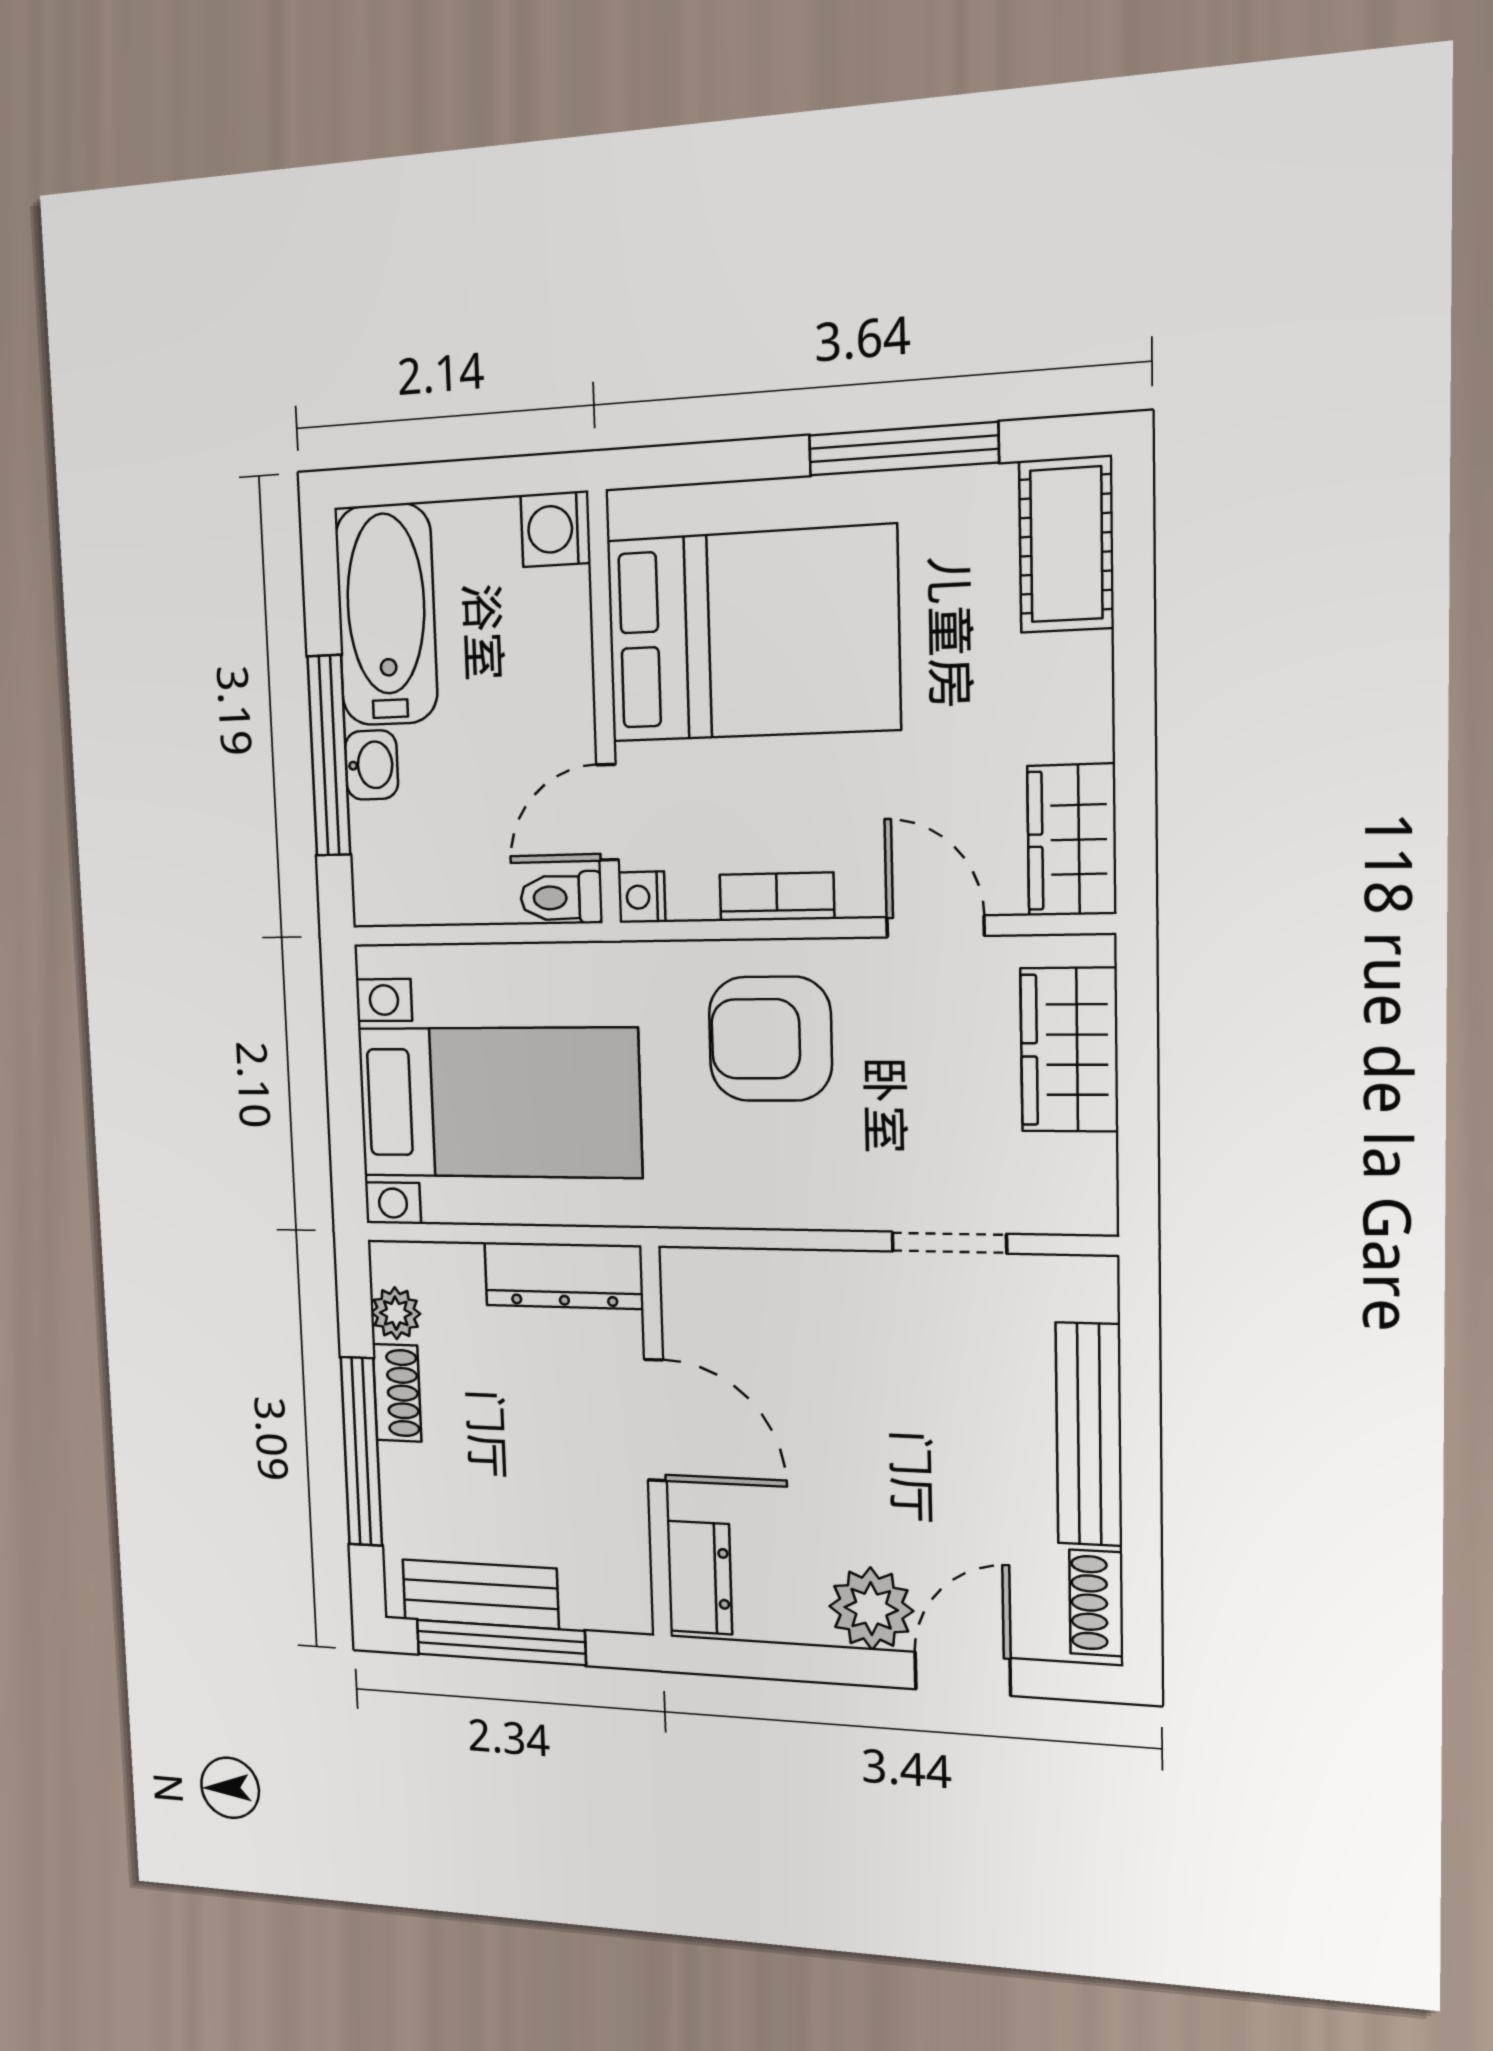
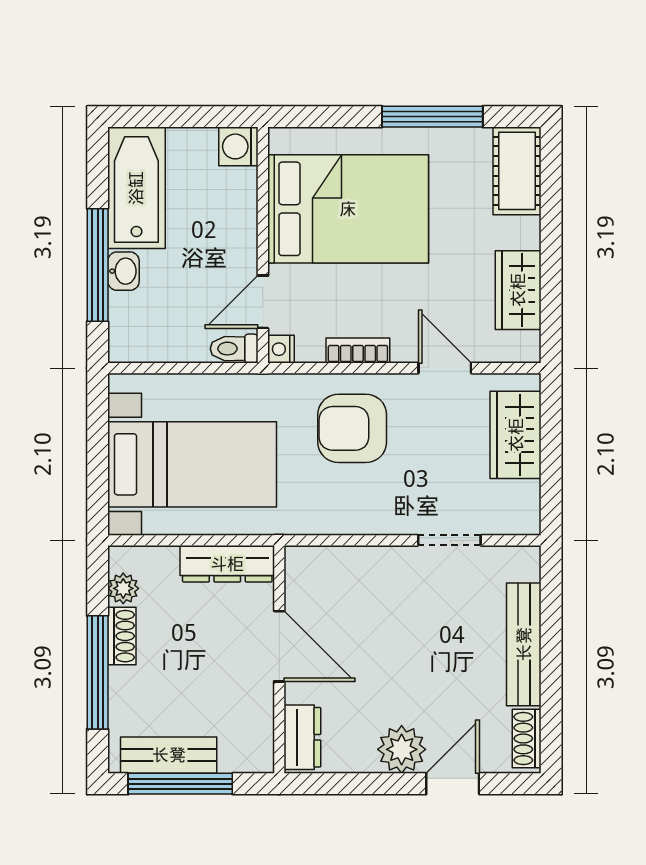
wardrobe: (1072, 840) -> (518, 290), moved

